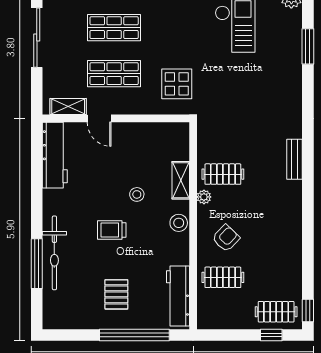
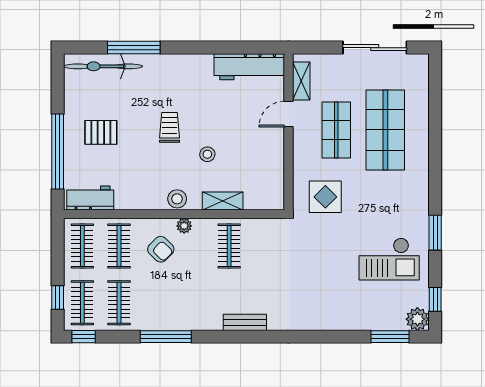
shop shelf: (114, 28) -> (385, 130), width x1.43, depth x1.36
window: (308, 46) -> (390, 337), moved
plant: (204, 197) -> (184, 226), moved
window: (308, 233) -> (166, 337), added
bicycle: (54, 253) -> (103, 66), moved
clothes rail: (276, 277) -> (119, 303), added
workbench: (178, 296) -> (90, 198), width x0.73
clothes rail: (223, 312) -> (82, 246), added

